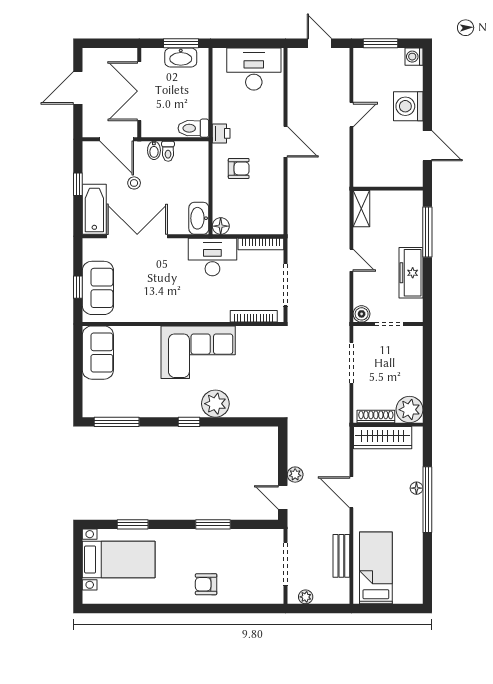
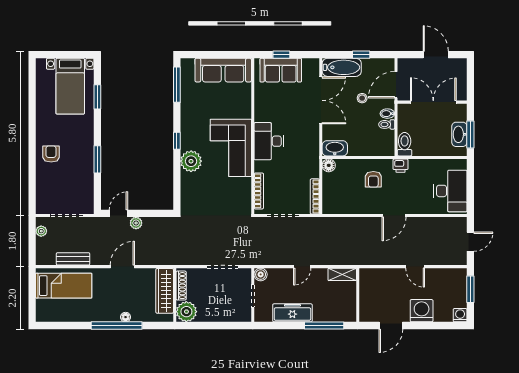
desk: (212, 257) -> (269, 141), moved, turned 180
sofa: (98, 353) -> (223, 70), width x1.36

